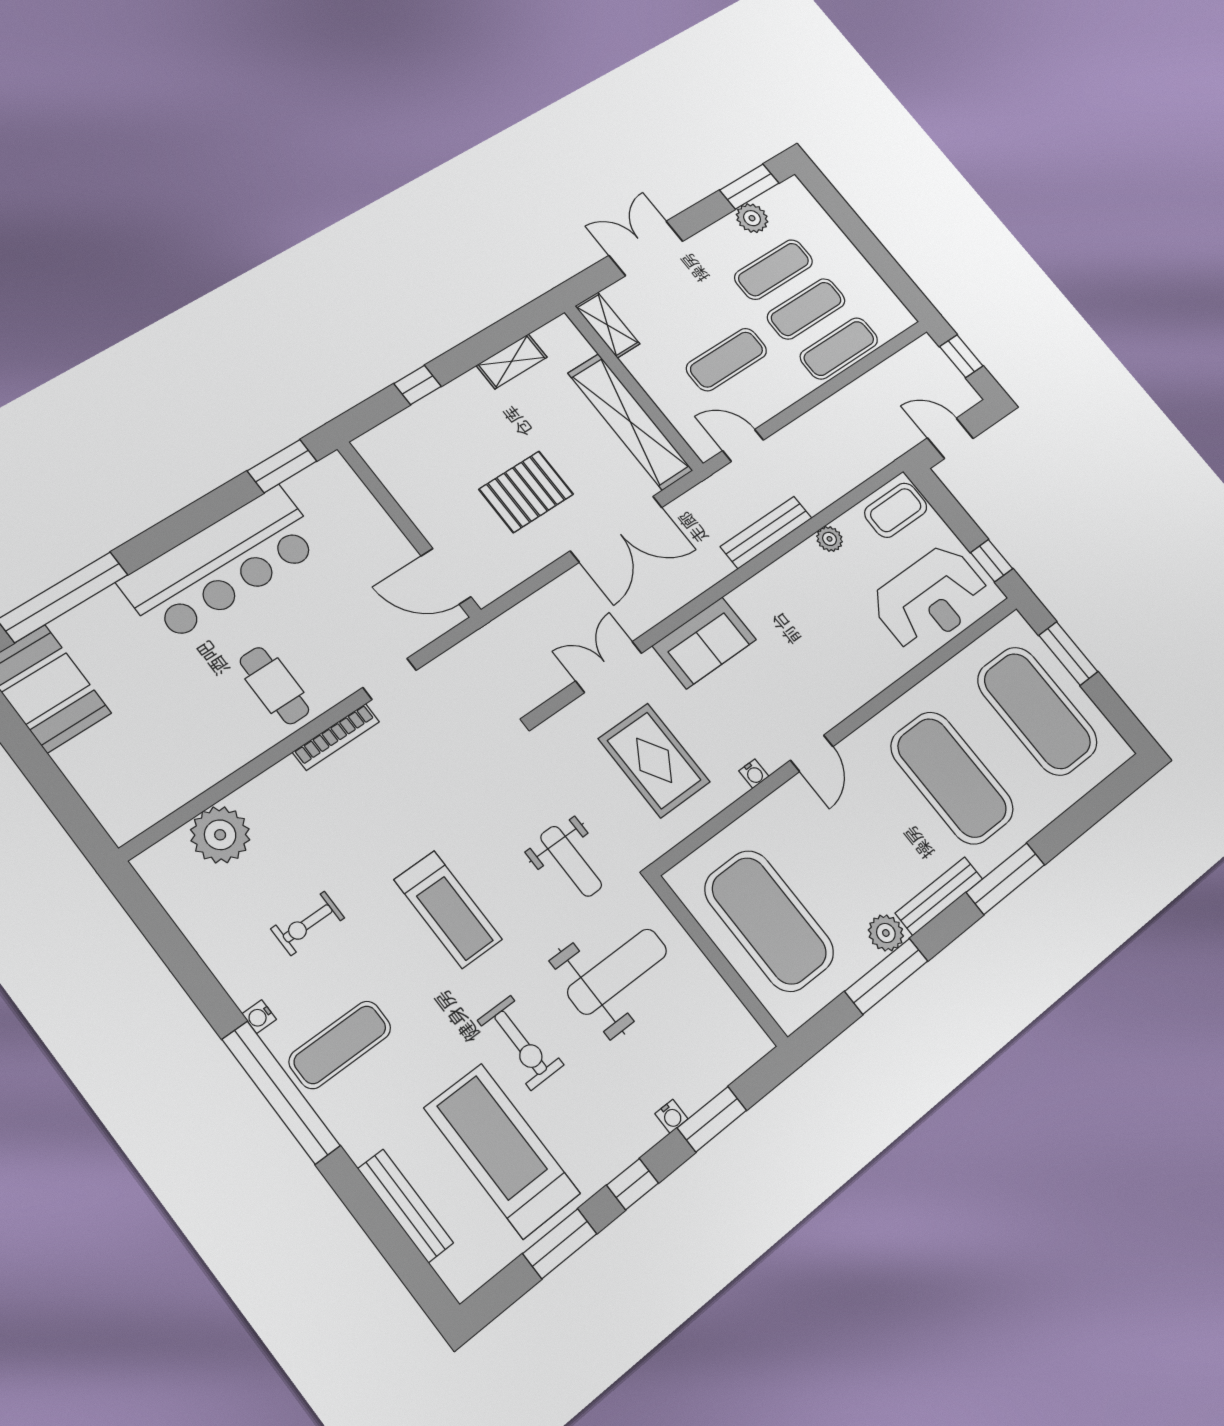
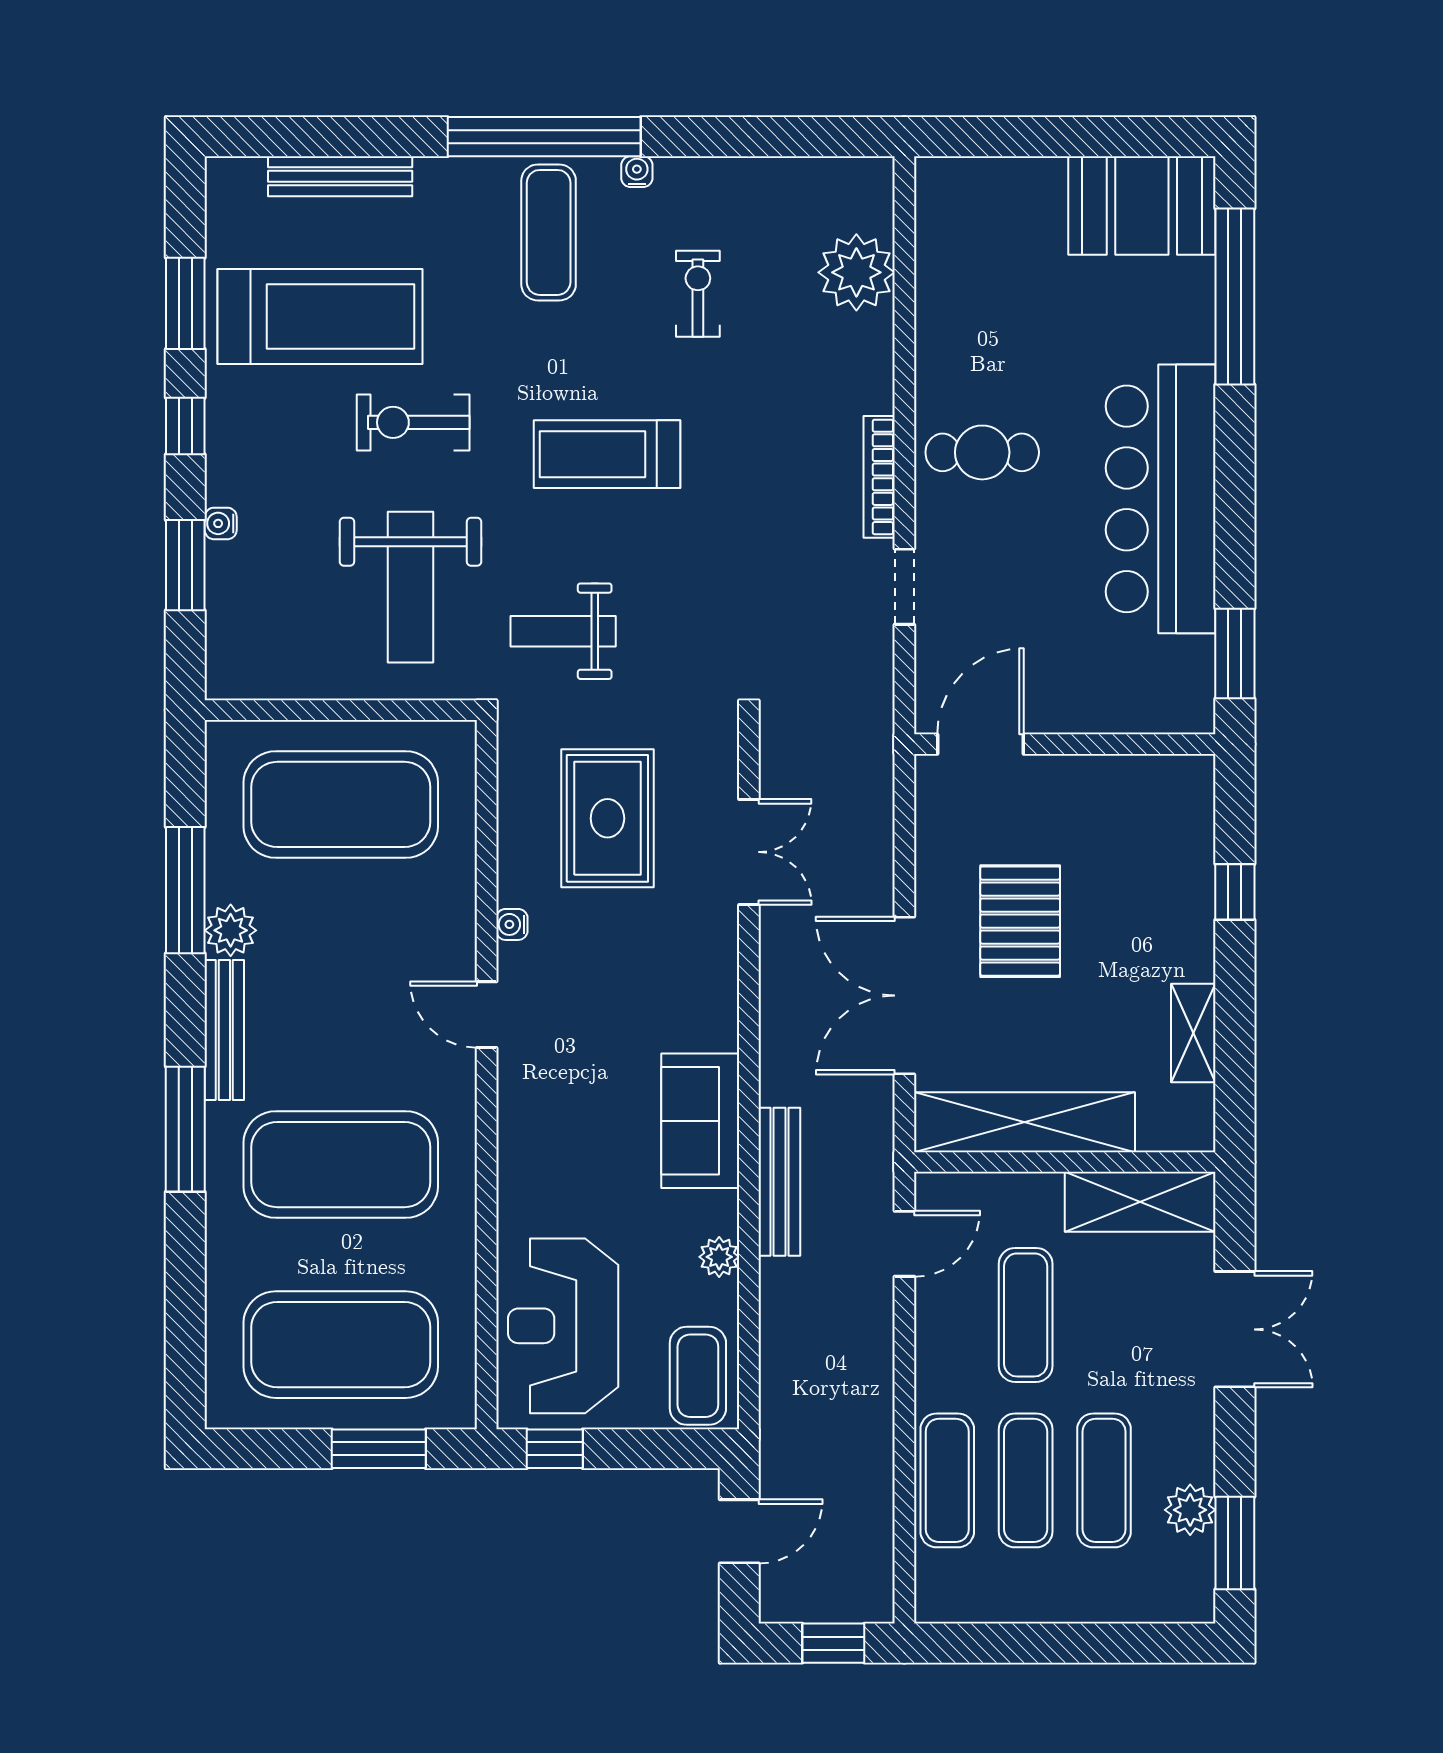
shelving: (607, 325) -> (1140, 1202), width x1.50, depth x1.33
sofa: (704, 643) -> (700, 1121), moved
rug: (654, 760) -> (607, 818), turned 90

